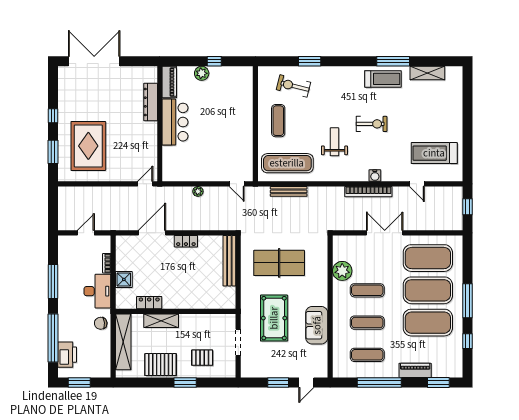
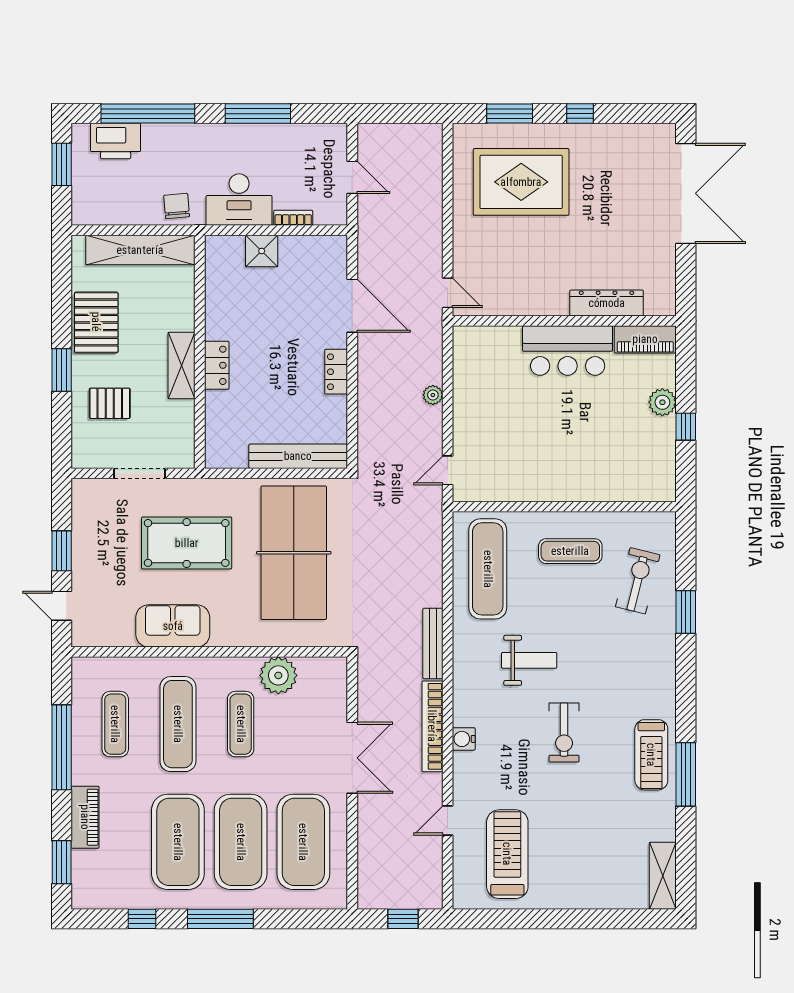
shelving: (427, 73) -> (663, 876), moved
bench: (289, 191) -> (433, 643), moved
table tennis table: (279, 263) -> (294, 553), width x1.36, depth x1.32
locker: (149, 303) -> (217, 365), moved
shelving: (161, 321) -> (182, 366), moved
exercise mat: (367, 323) -> (178, 724), width x1.36, depth x1.45
pallet: (202, 358) -> (110, 403), turned 90

